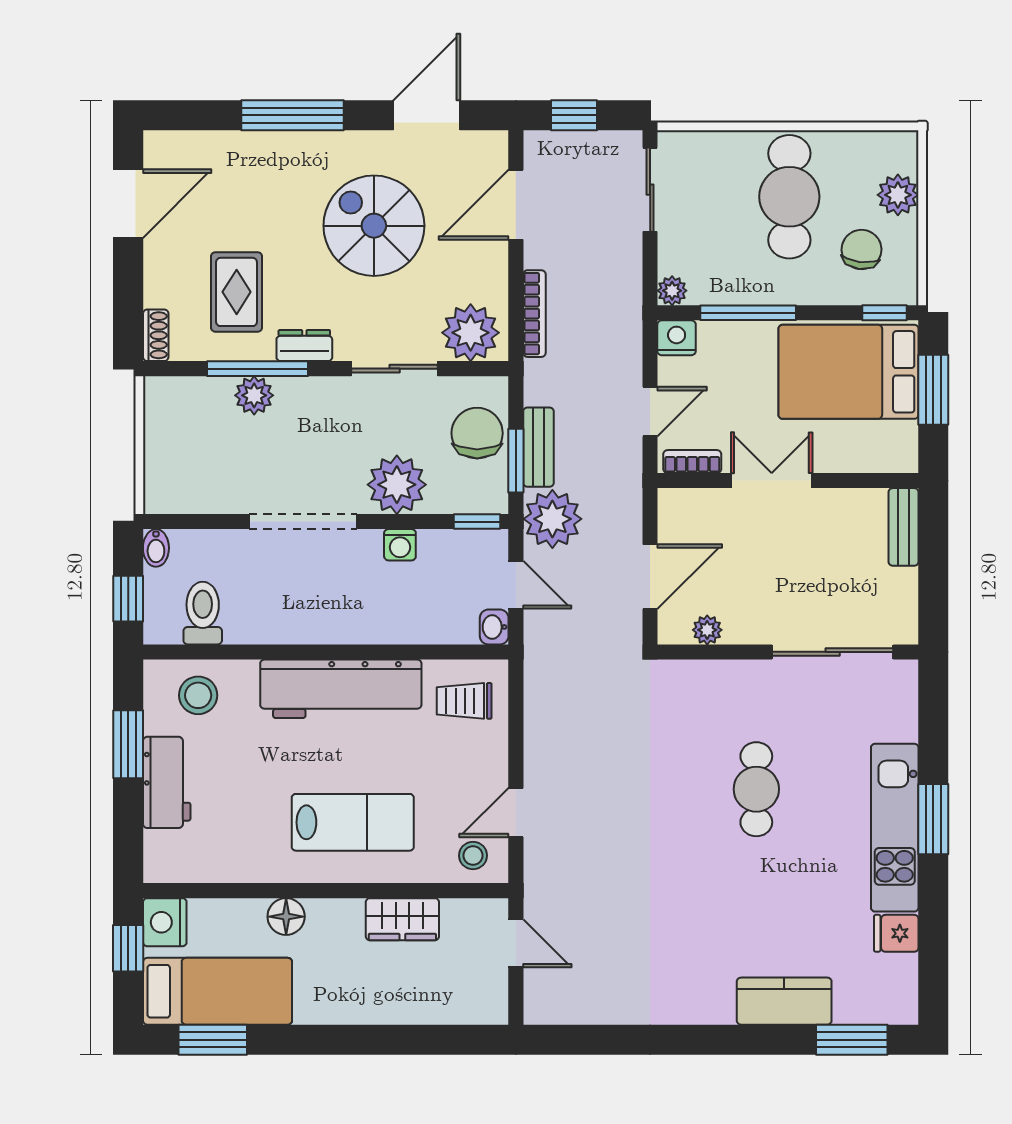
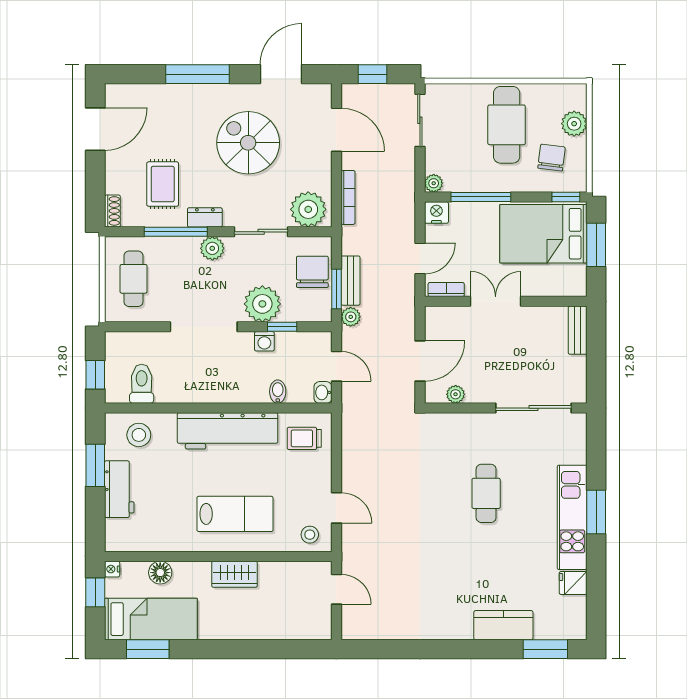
door: (516, 205) -> (336, 130), swing flipped
plant: (254, 395) -> (212, 248), moved
cafe table: (190, 444) -> (134, 279), added
plant: (552, 519) -> (351, 317), width x0.53, depth x0.53
window: (477, 522) -> (282, 327), moved
bidet: (156, 548) -> (278, 392), moved, turned 180
door: (516, 813) -> (336, 508), swing flipped
floor lamp: (286, 917) -> (160, 573), moved
wardrobe: (402, 919) -> (234, 574), moved
nightstand: (165, 922) -> (112, 569), width x0.53, depth x0.56

